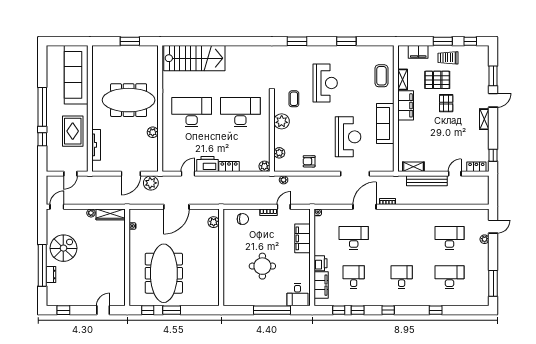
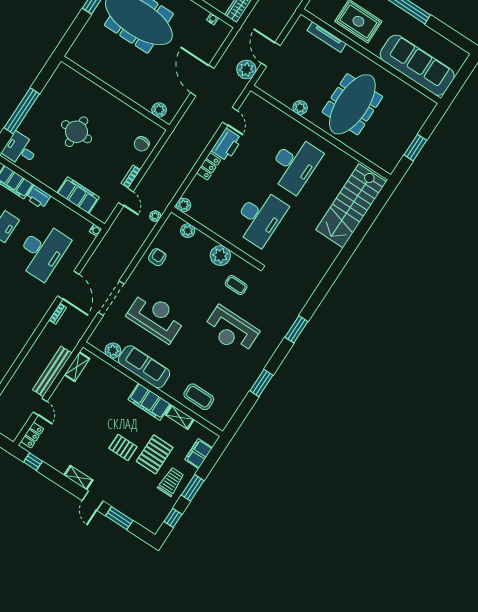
reception desk: (348, 137) -> (156, 317), turned 180
plant: (388, 150) -> (113, 351), added
desk: (354, 238) -> (42, 251), width x1.36, depth x1.30

